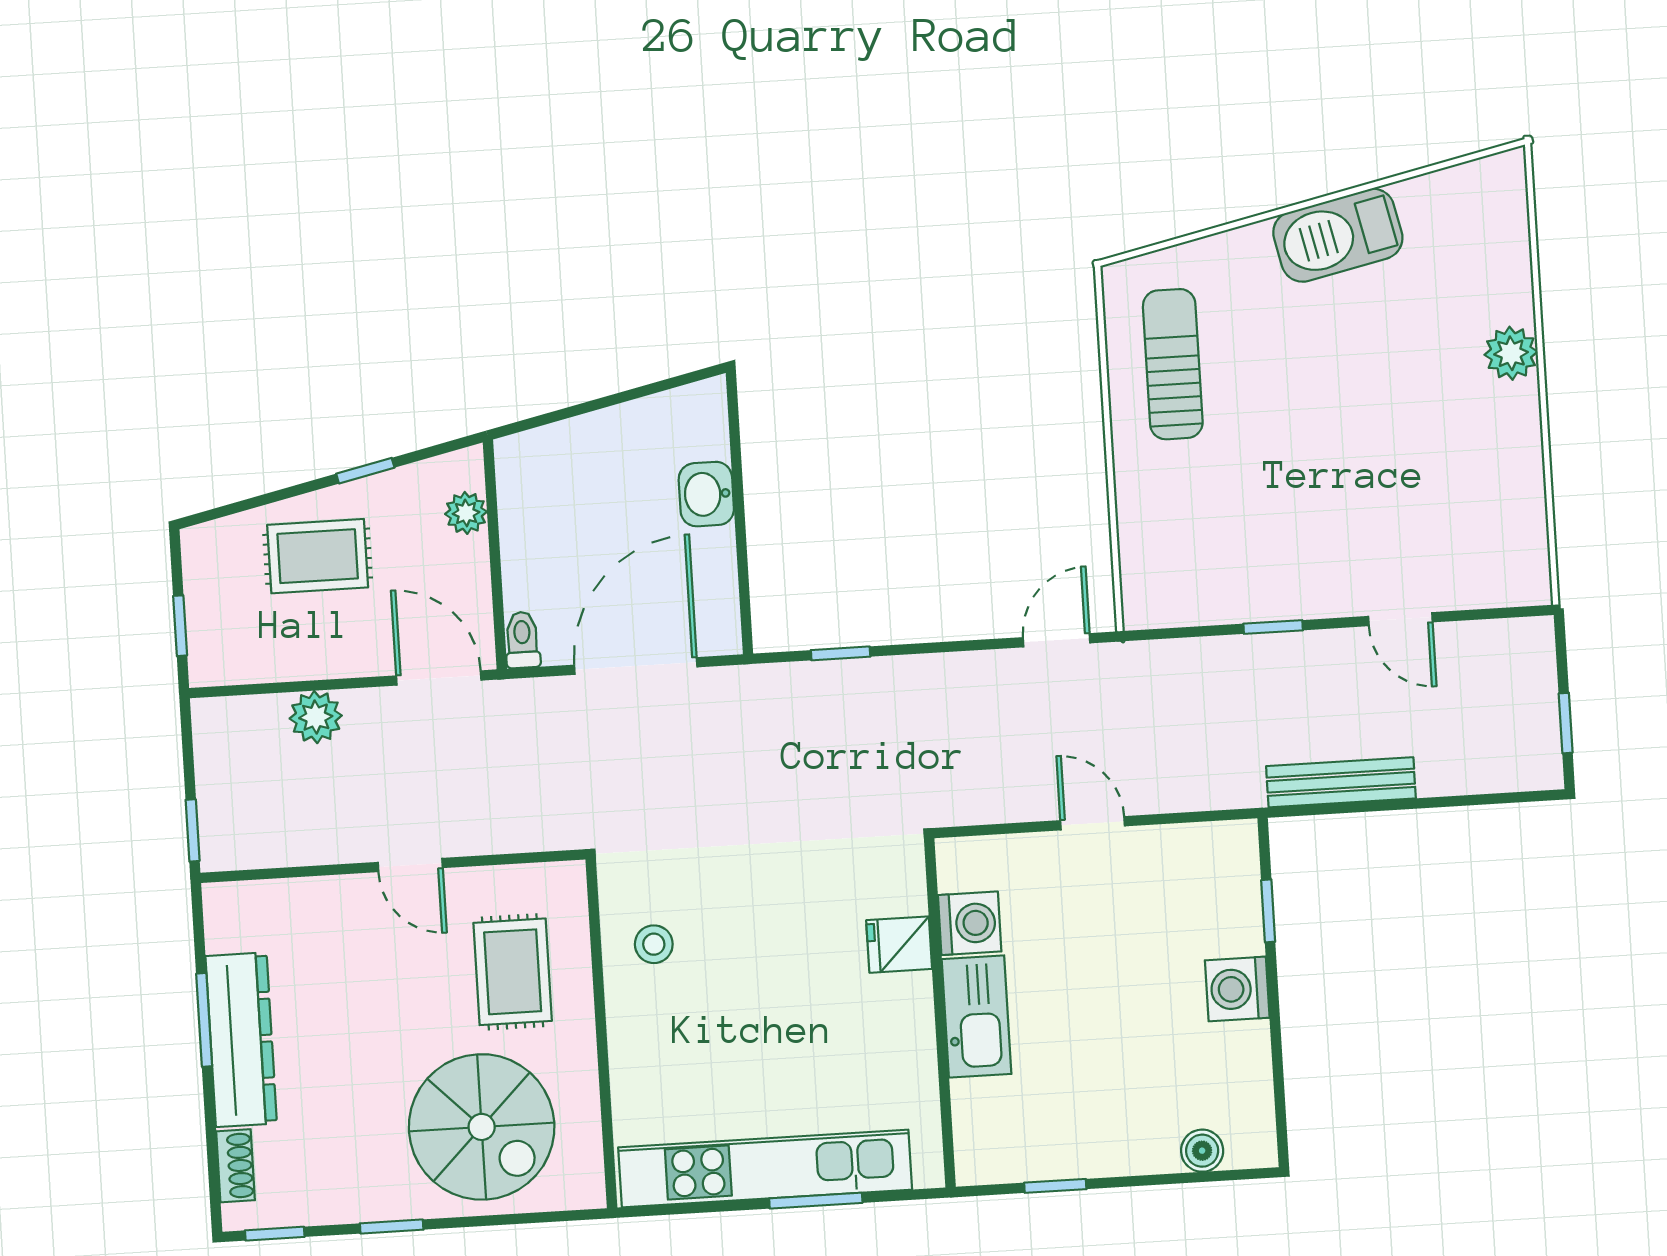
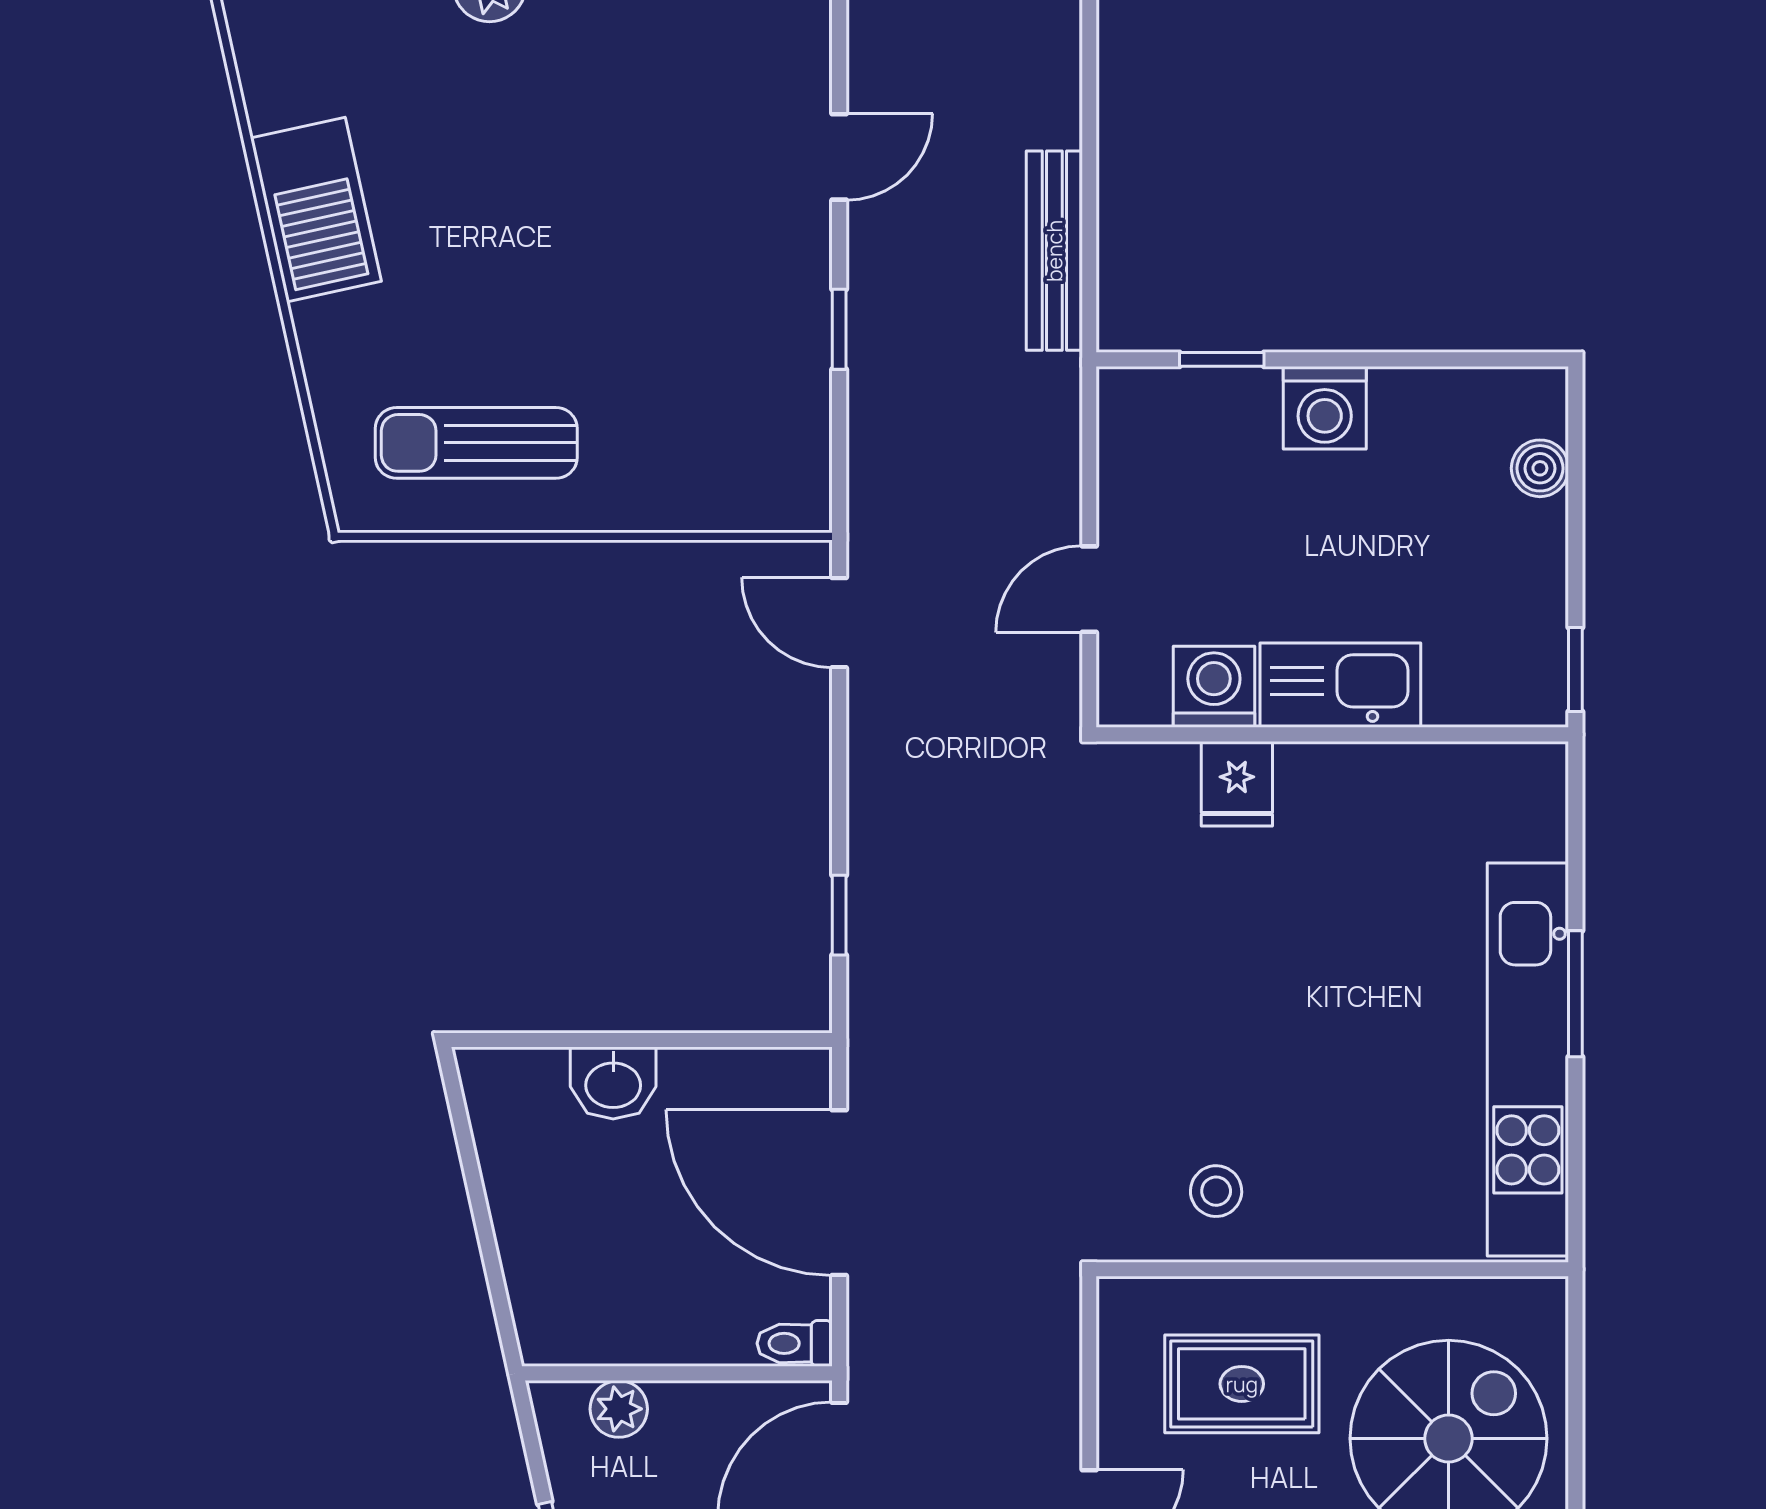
washing machine: (970, 923) -> (1214, 687), moved
fridge: (899, 945) -> (1237, 784), moved
wall: (940, 1013) -> (1332, 734), moved
kitchen sink: (977, 1017) -> (1340, 685), moved

